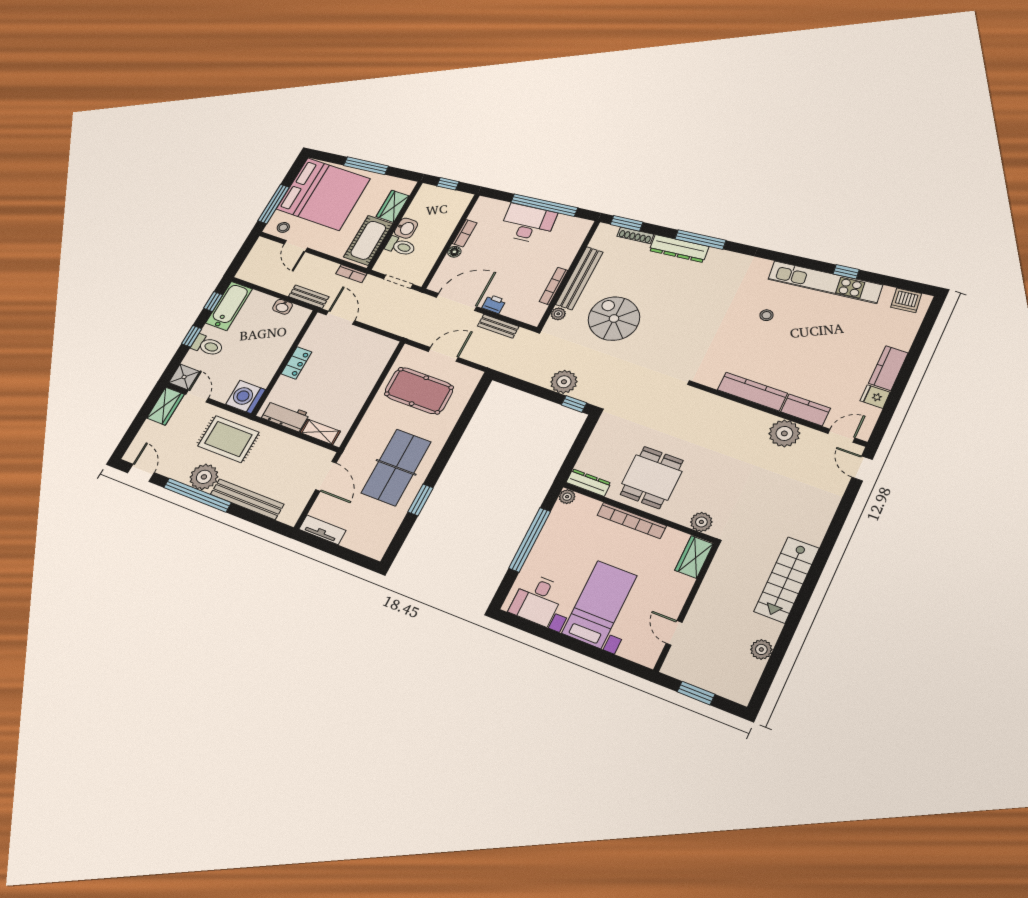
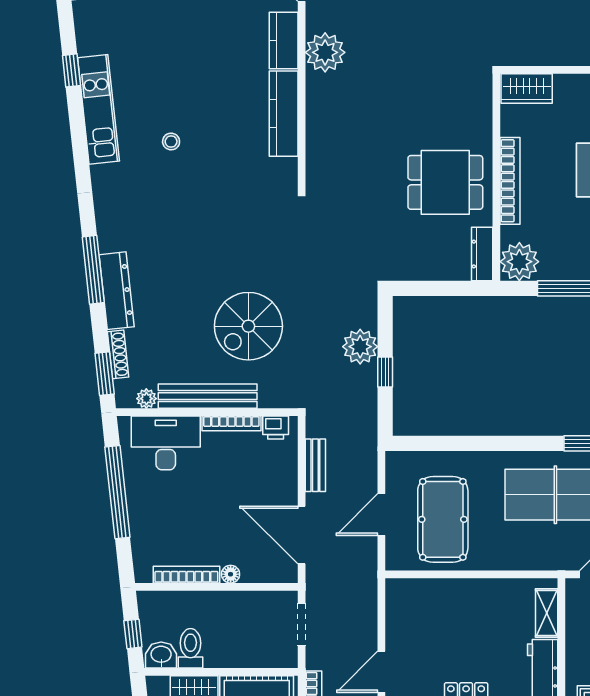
desk: (528, 224) -> (166, 443), moved, turned 96
washbasin: (406, 228) -> (161, 655), moved
bookcase: (465, 233) -> (186, 575), width x1.56
toilet: (400, 246) -> (190, 648), moved
kitchen unit: (825, 282) -> (98, 109), width x0.73
printer: (494, 304) -> (276, 428), moved, turned -90
plant: (558, 314) -> (146, 399), moved
door: (443, 354) -> (381, 514), hinge flipped
window: (574, 404) -> (385, 372), moved
plant: (567, 497) -> (519, 262), width x1.88, depth x1.88
plant: (701, 522) -> (479, 99), removed

